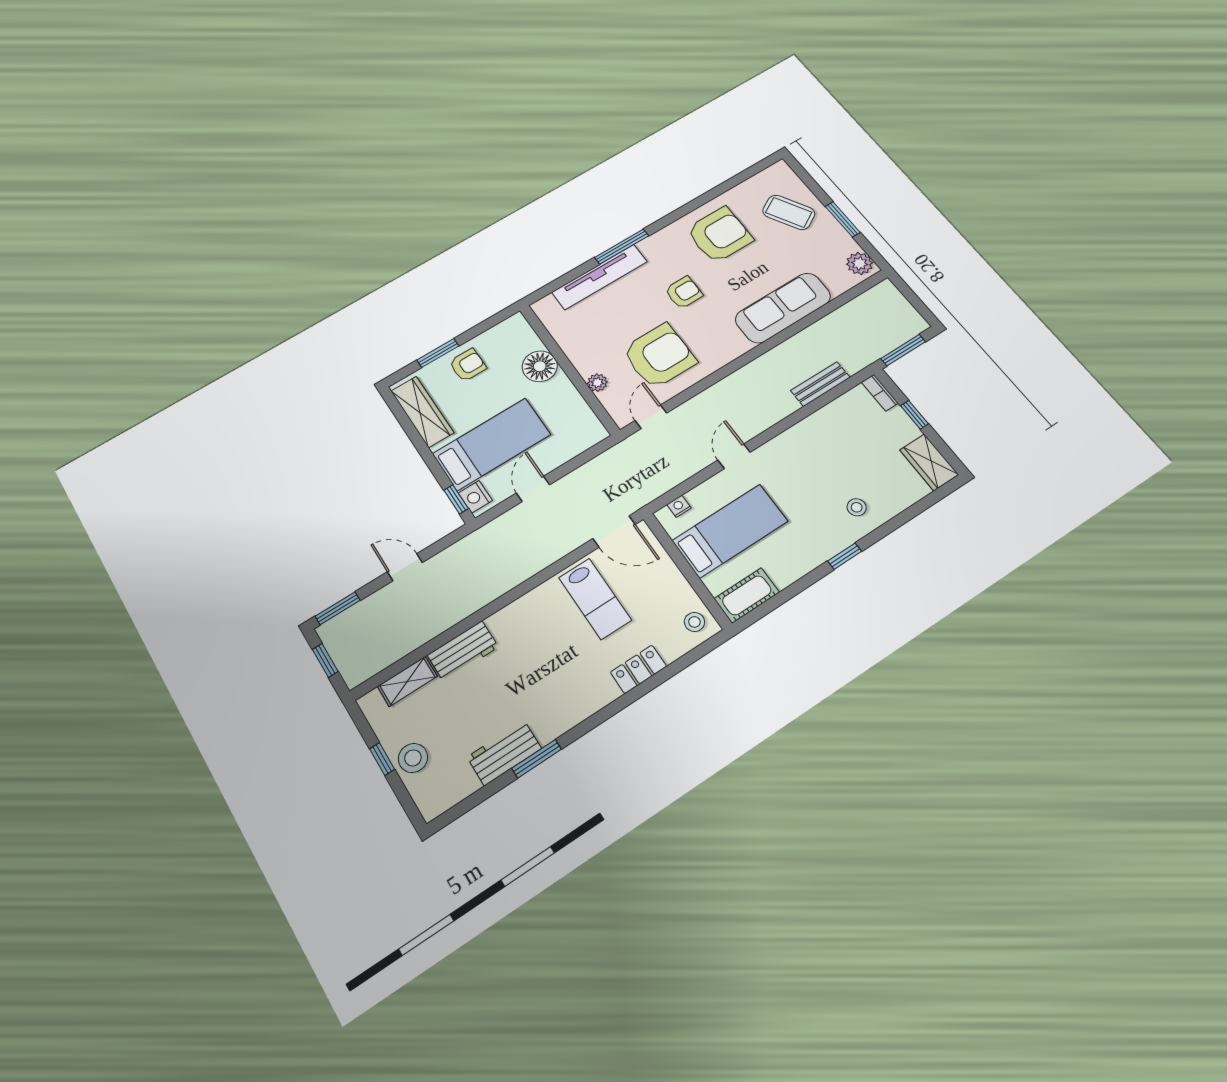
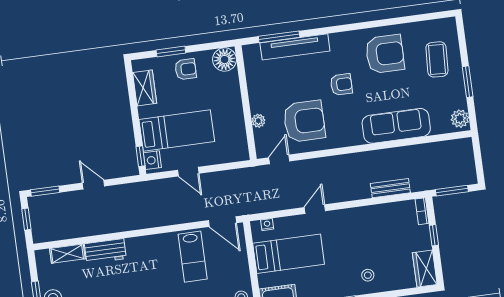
coffee table: (789, 212) -> (437, 59), turned 33
window: (622, 246) -> (279, 37), moved
floor lamp: (540, 366) -> (225, 60), moved
wardrobe: (422, 412) -> (145, 88), width x0.67
door: (533, 489) -> (188, 172), swing flipped

